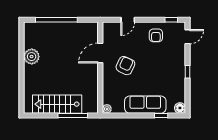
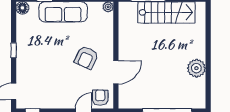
armchair: (156, 35) -> (100, 98), moved

